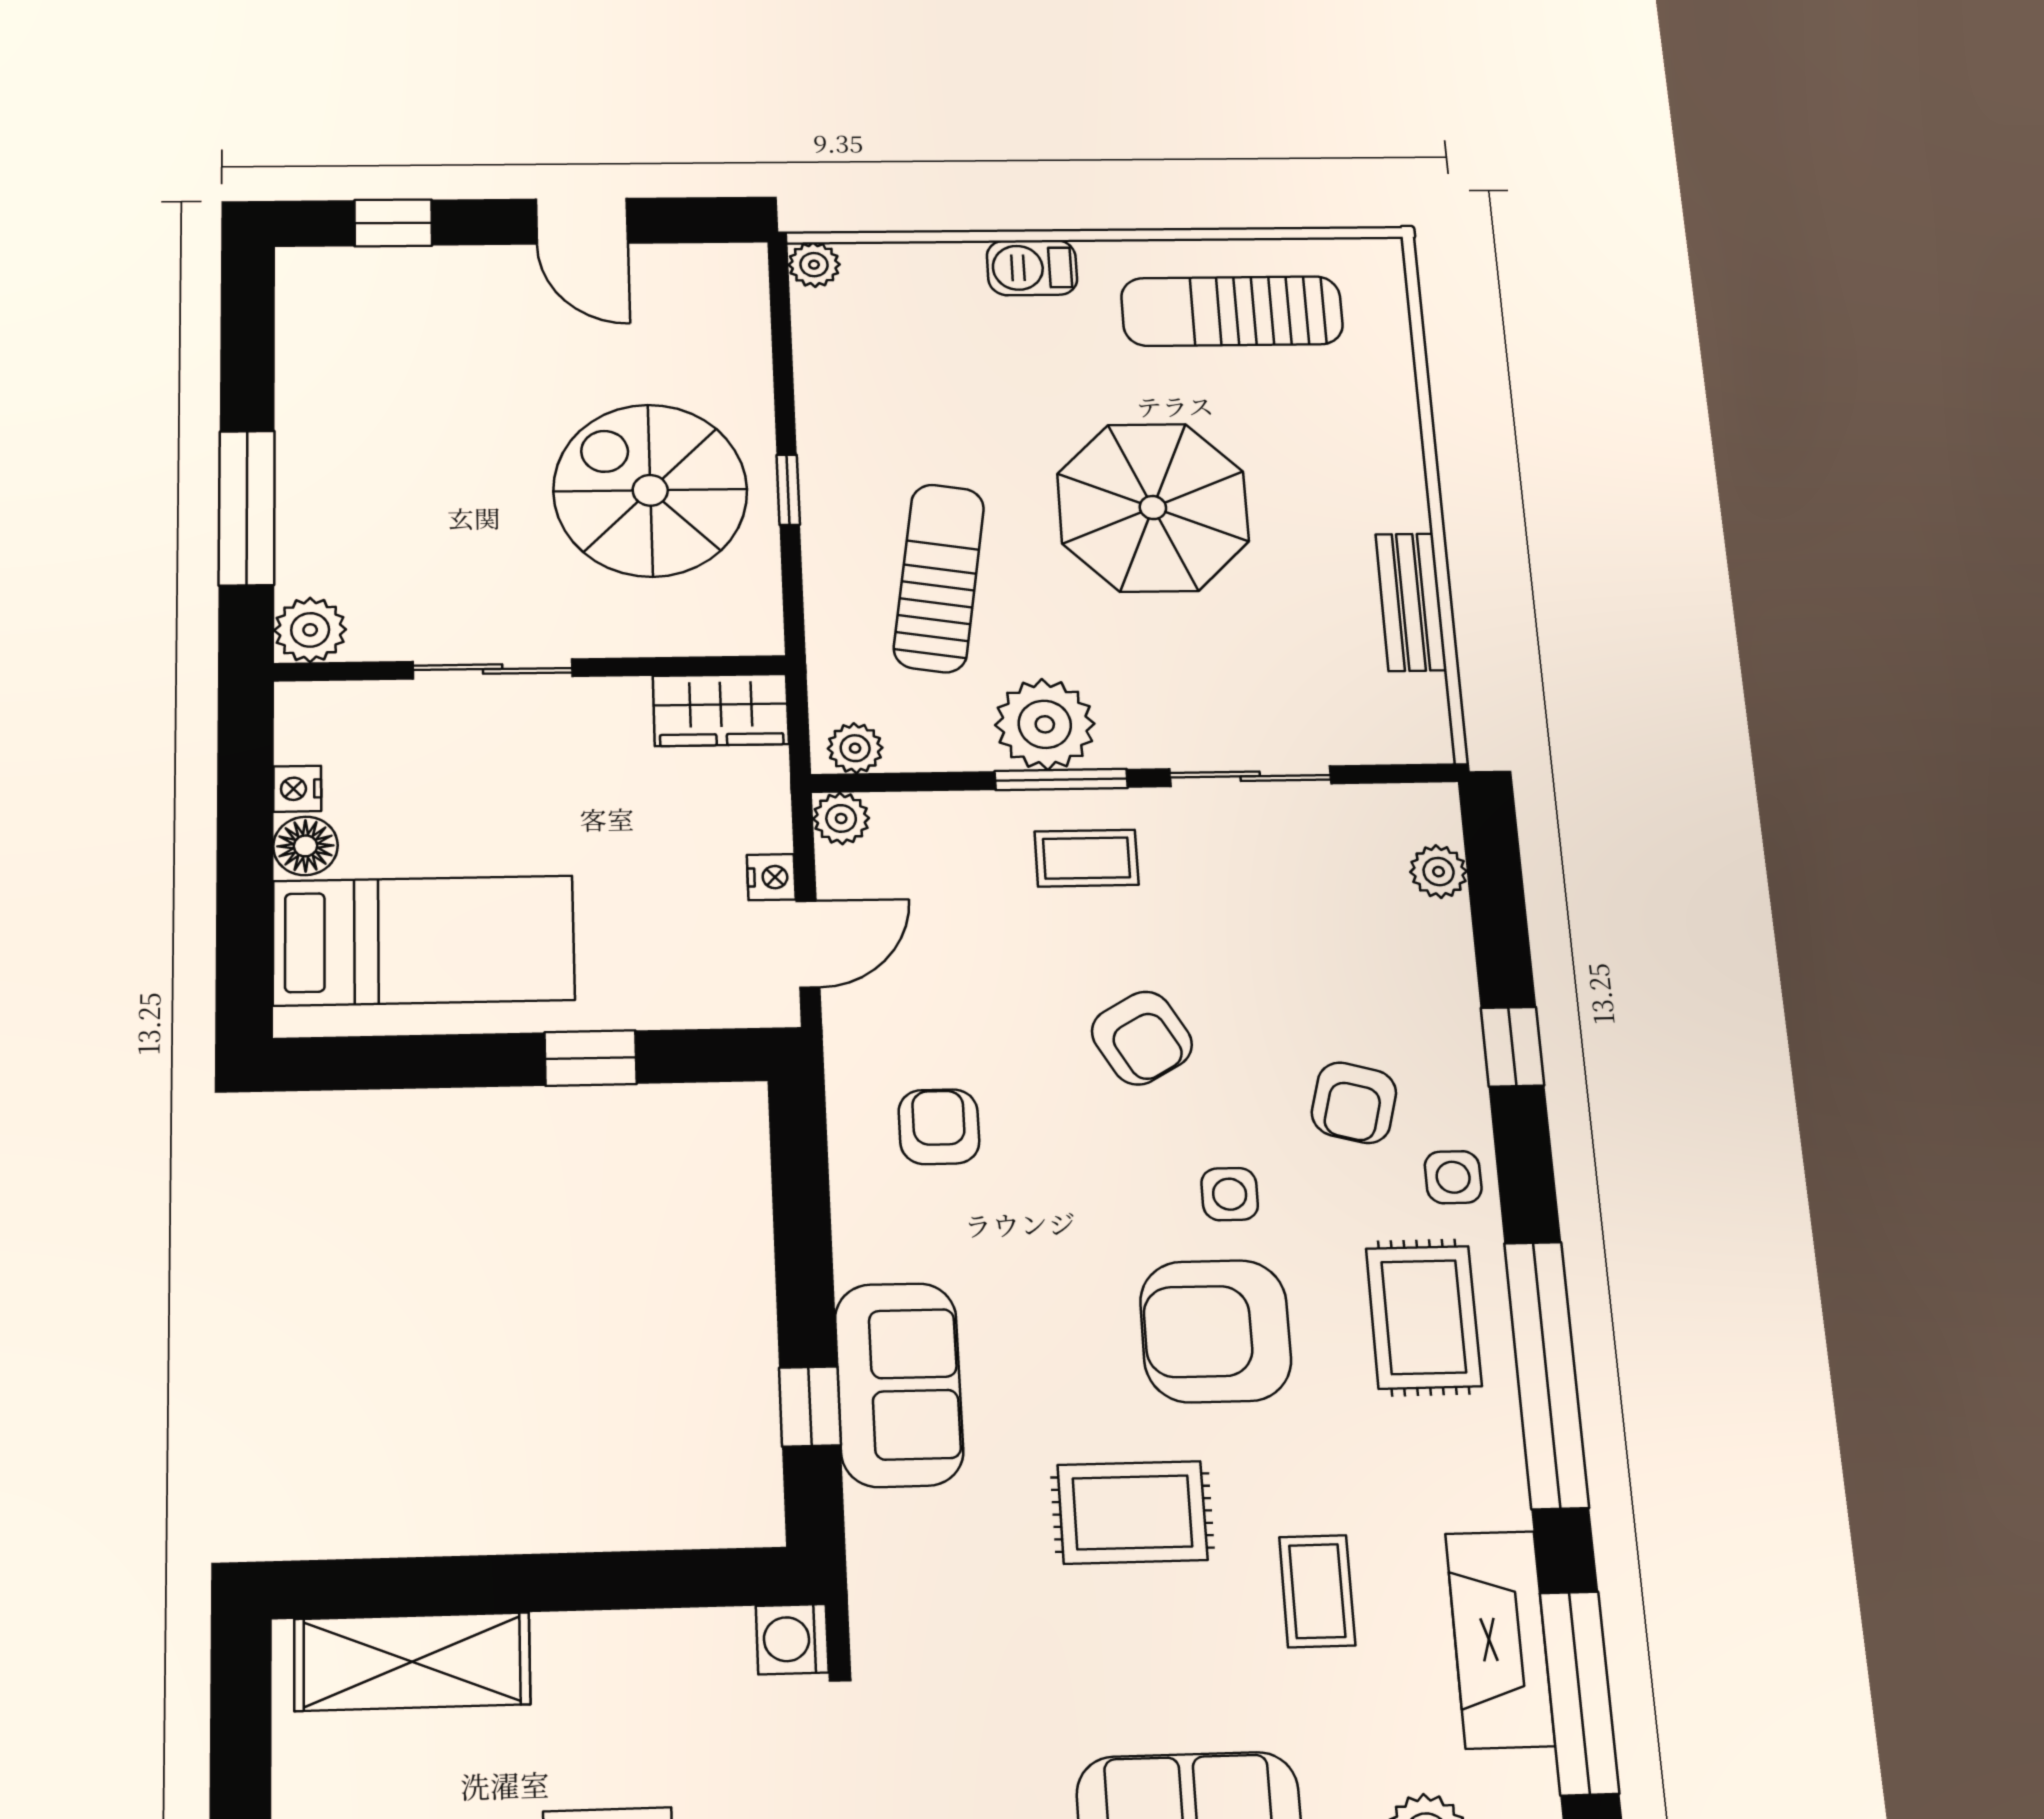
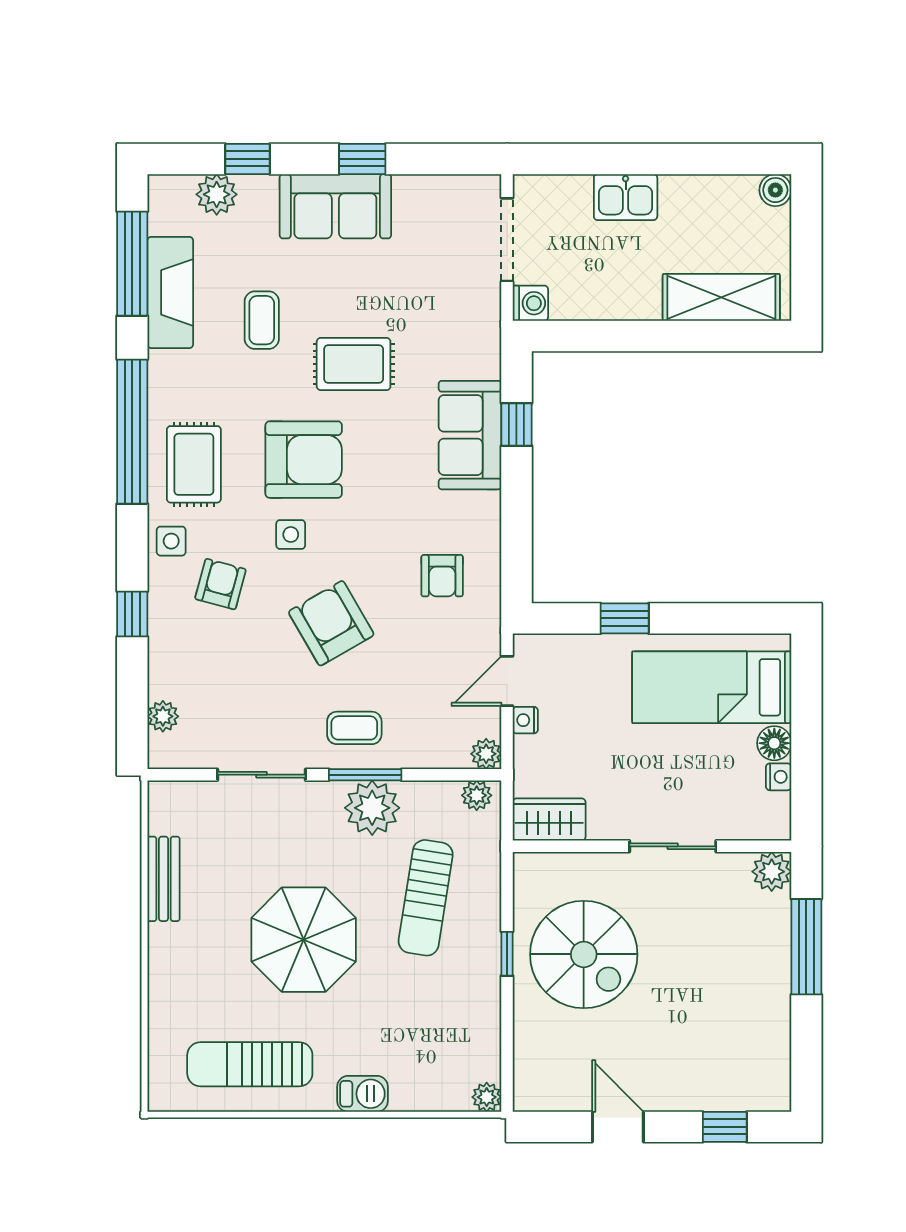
sun lounger: (1232, 311) -> (250, 1064), turned 180
armchair: (1142, 1038) -> (331, 623), width x1.38, depth x1.38

